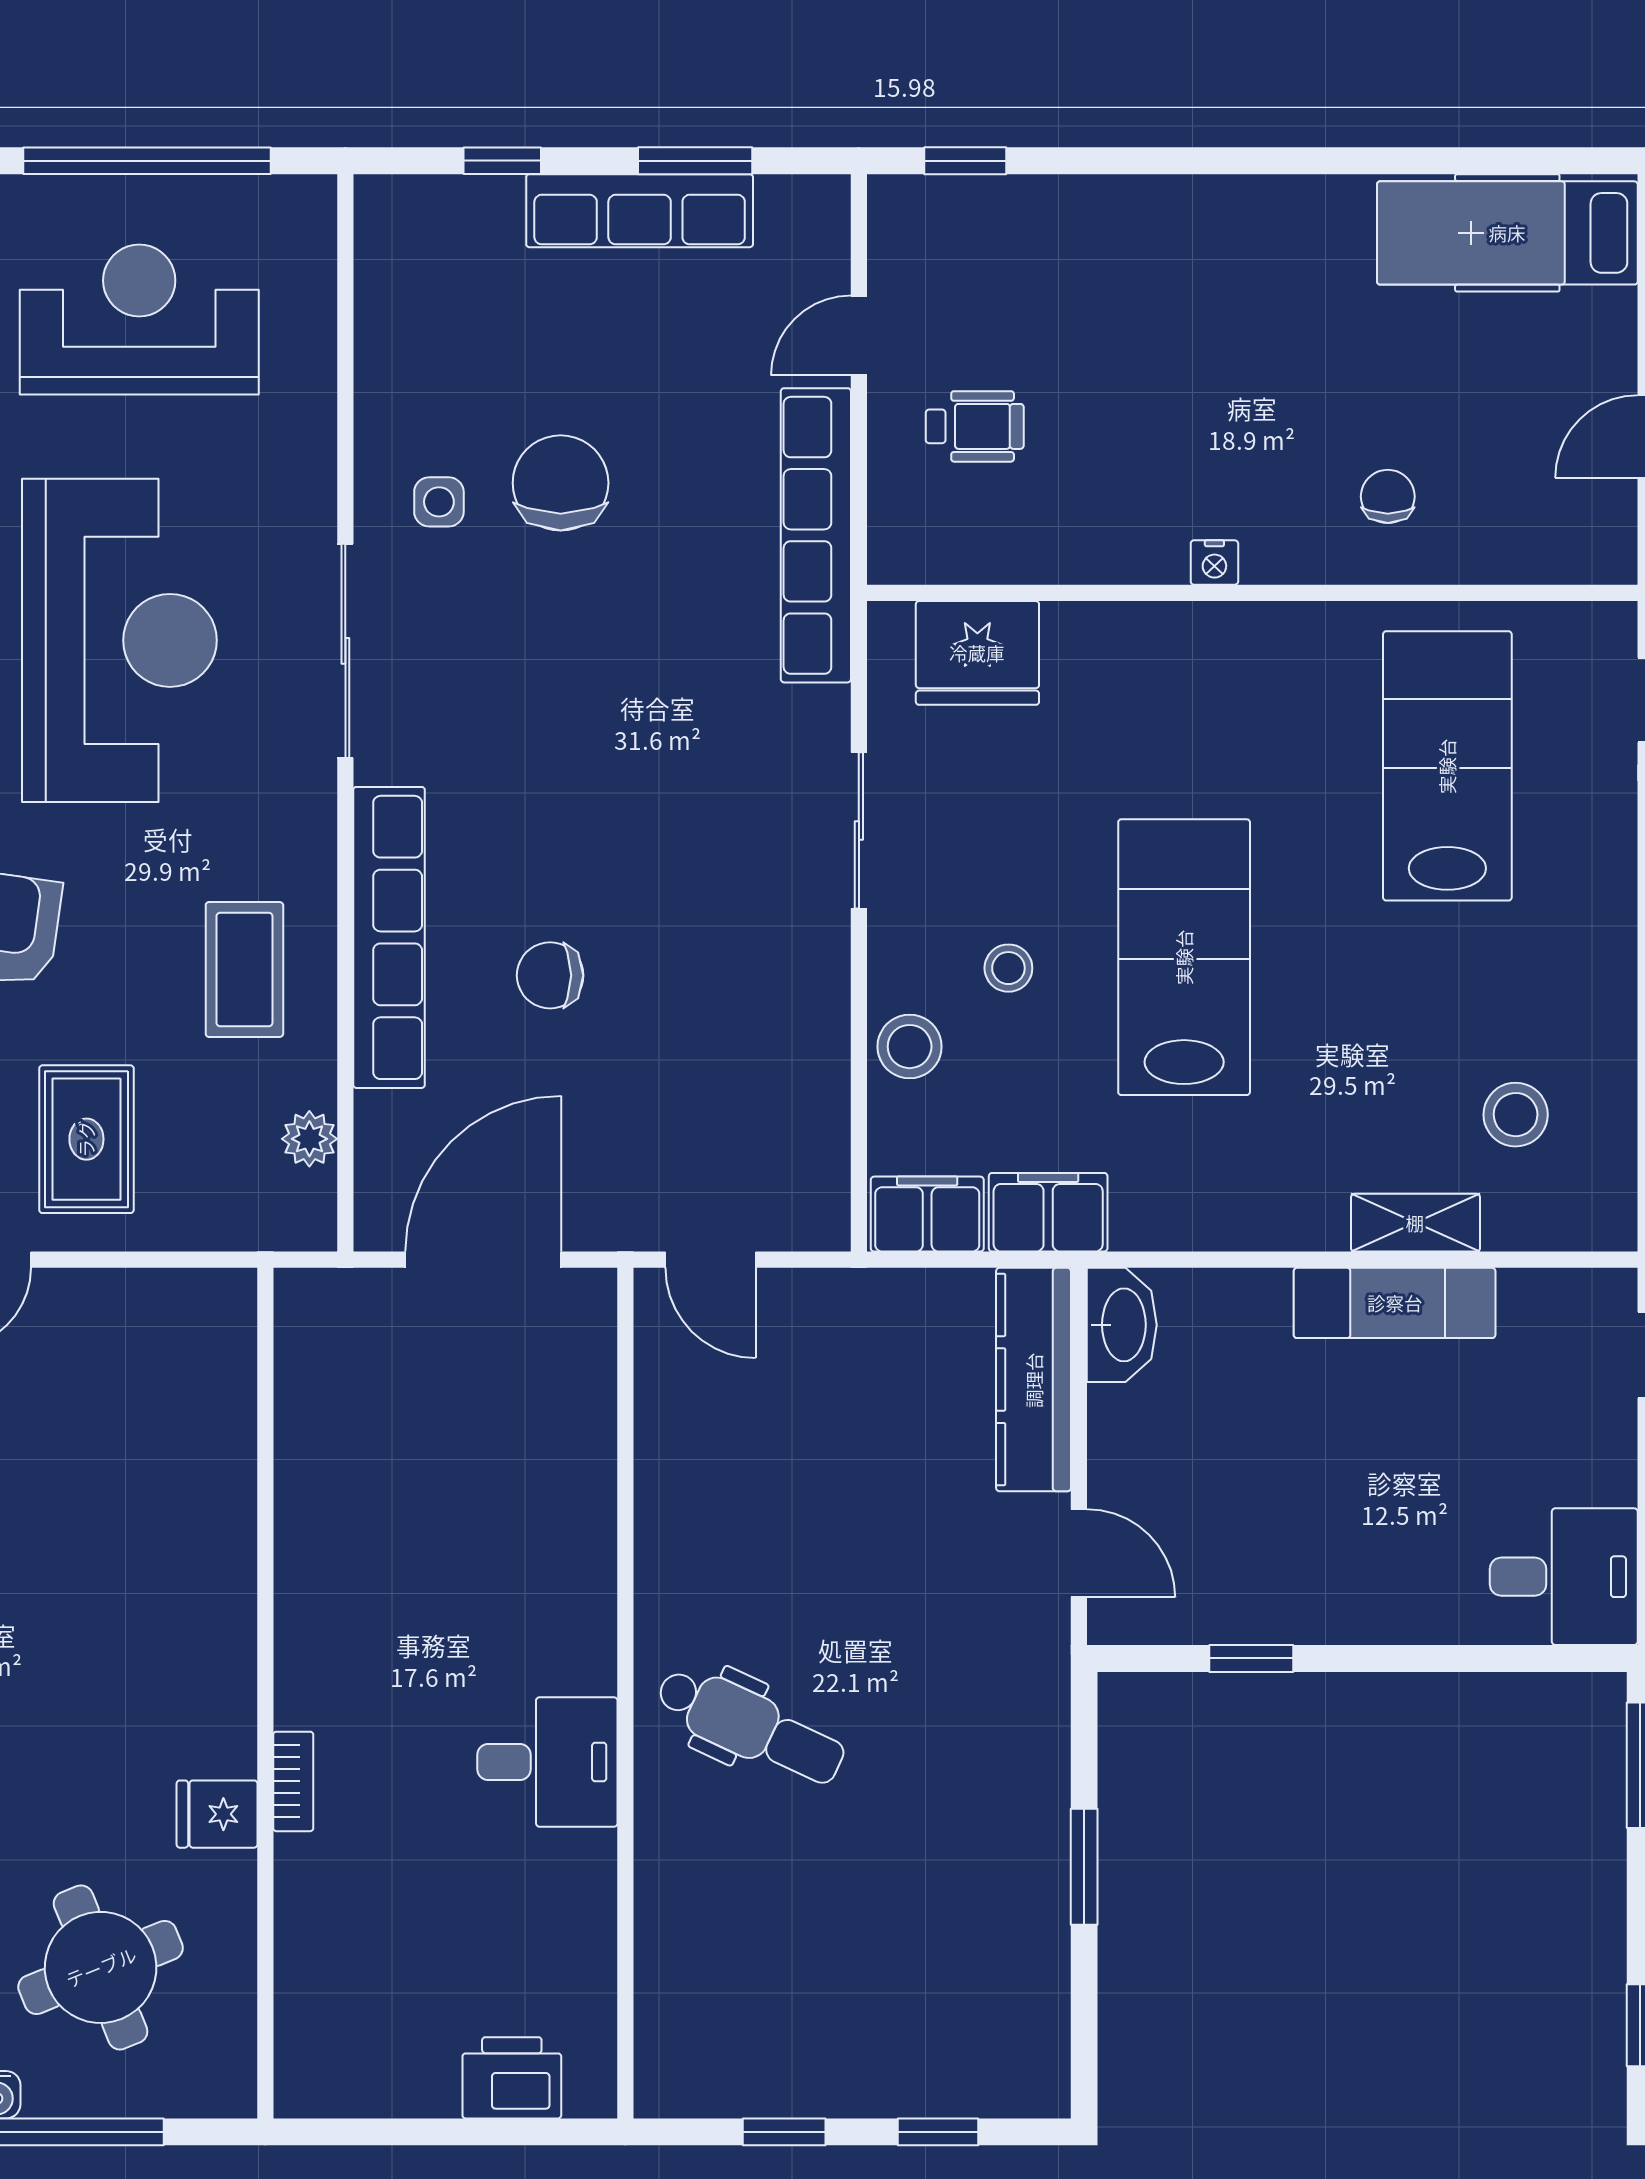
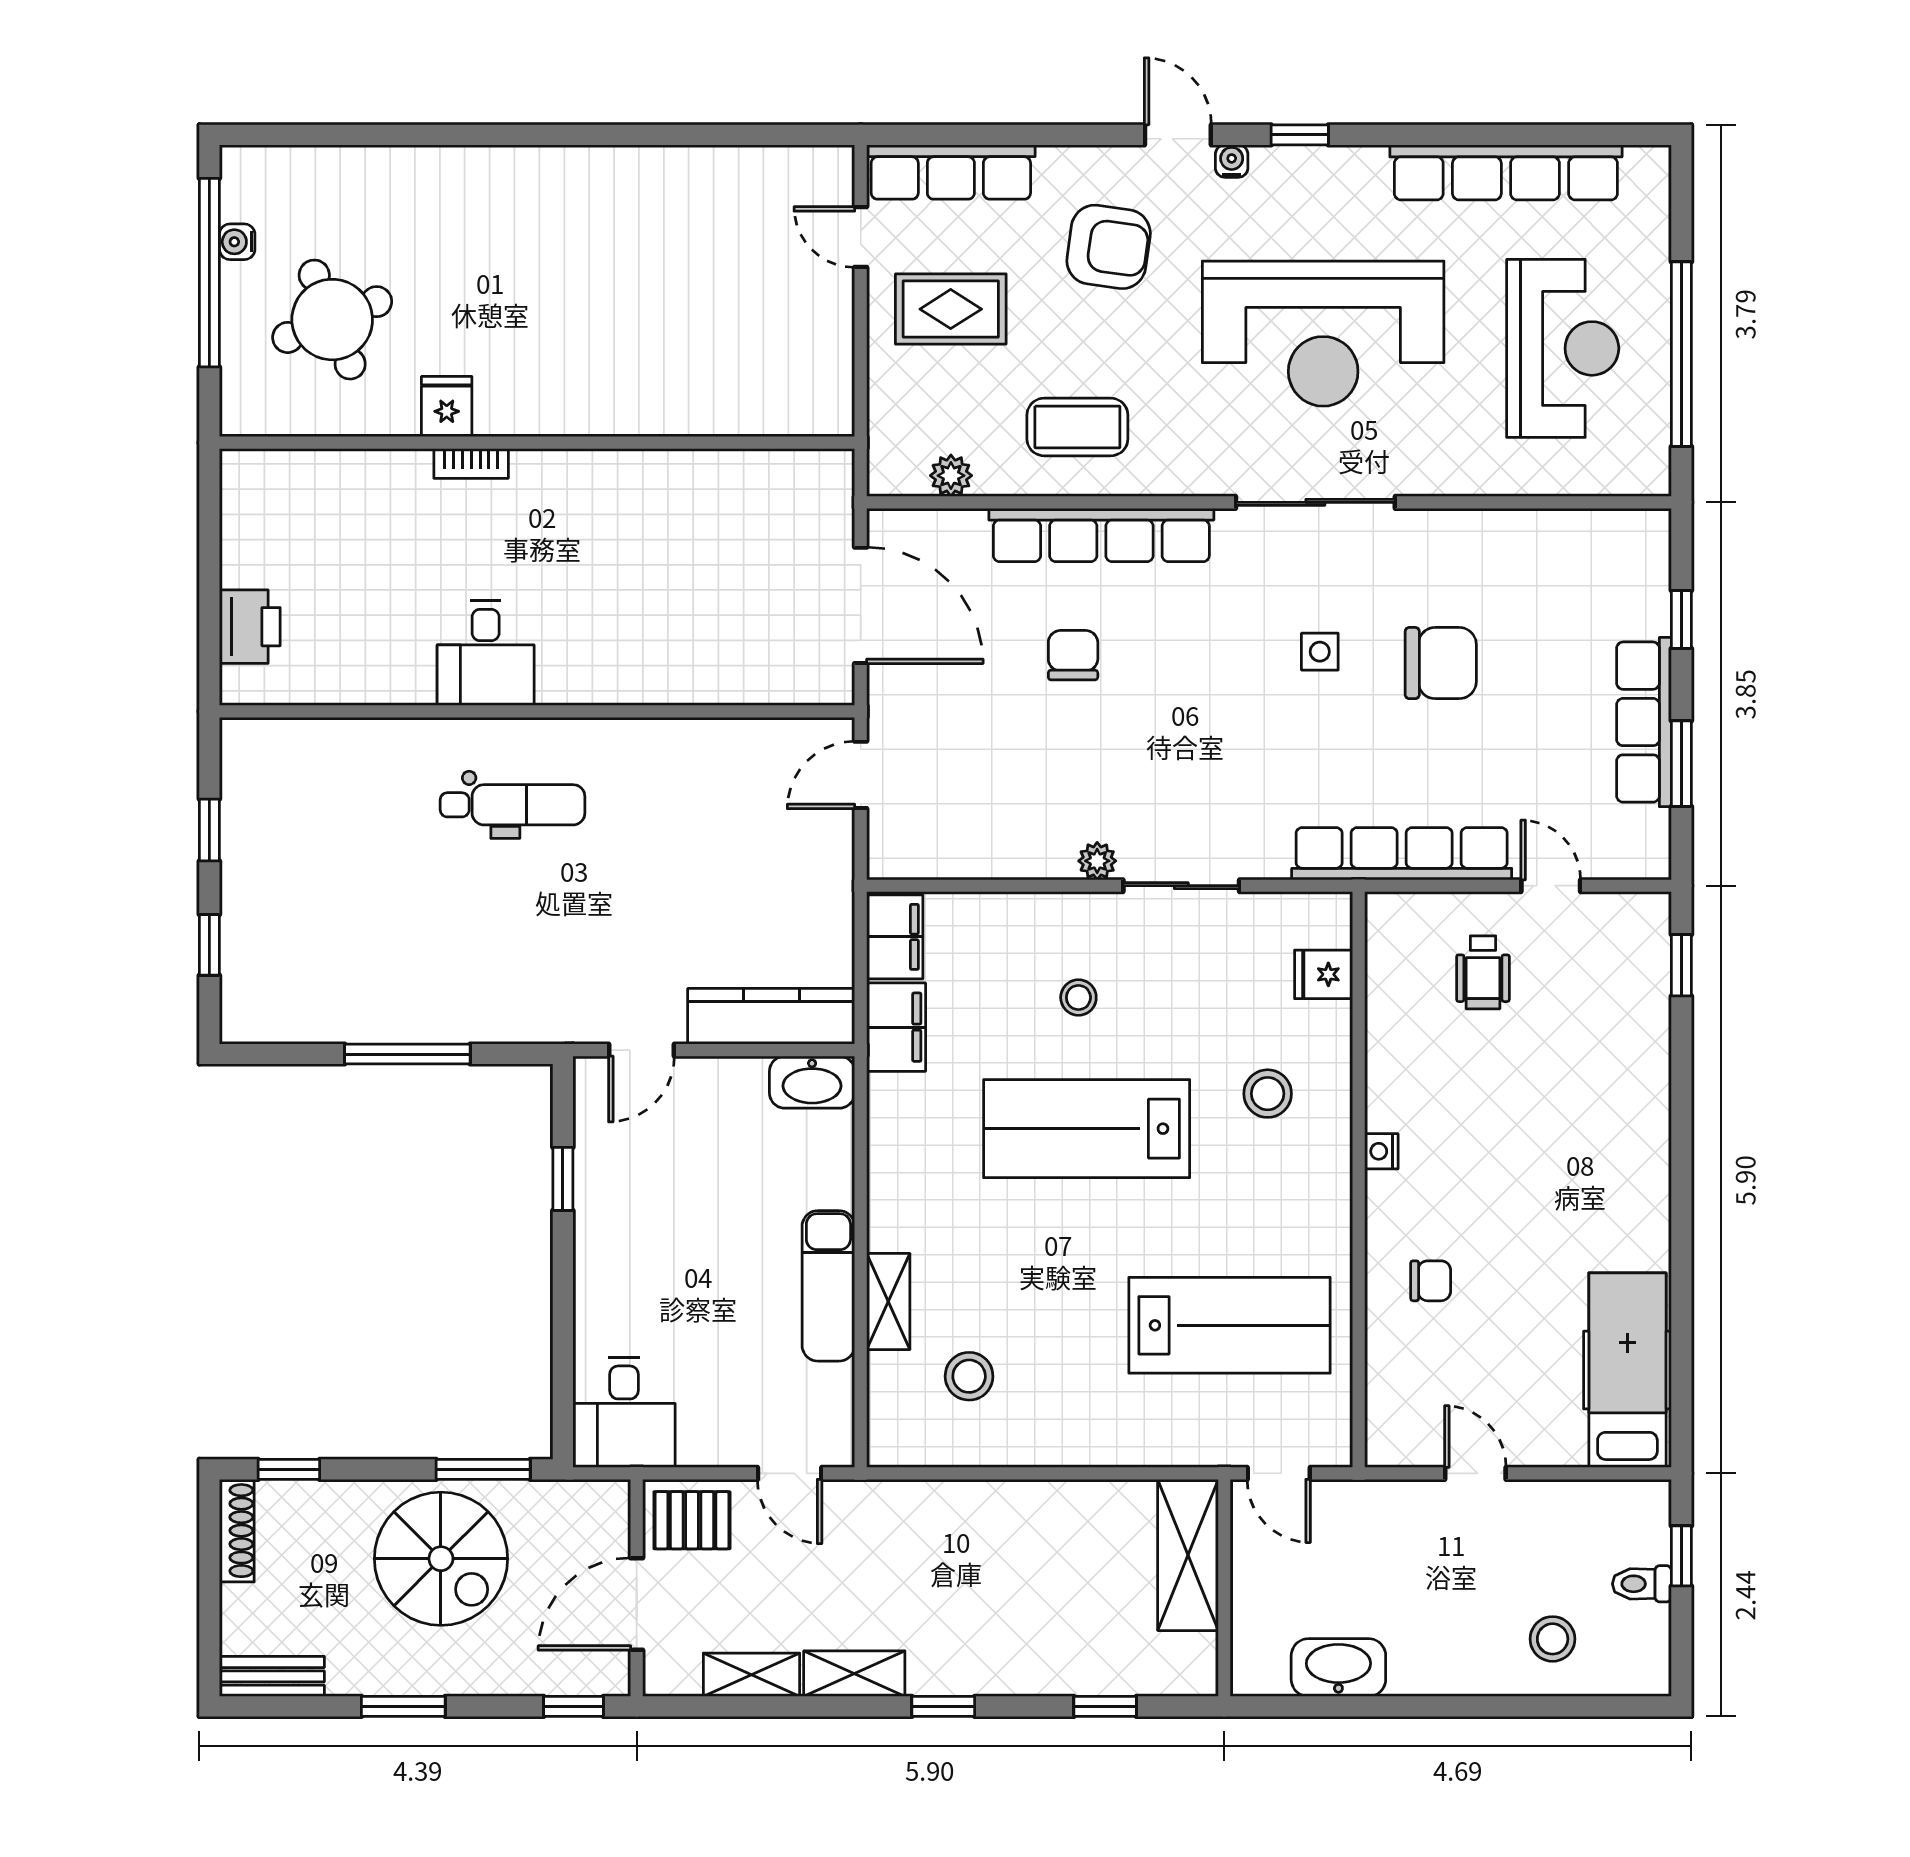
side table: (439, 502) -> (1320, 652), moved
fridge: (977, 653) -> (1324, 974), width x0.53, depth x0.75
plant: (826, 943) -> (1097, 861), added
lab bench: (1184, 957) -> (1087, 1129), turned 180
stool: (910, 1047) -> (1268, 1094), moved
dental chair: (750, 1726) -> (513, 805), turned -115
window: (1084, 1867) -> (407, 1054), width x1.44

